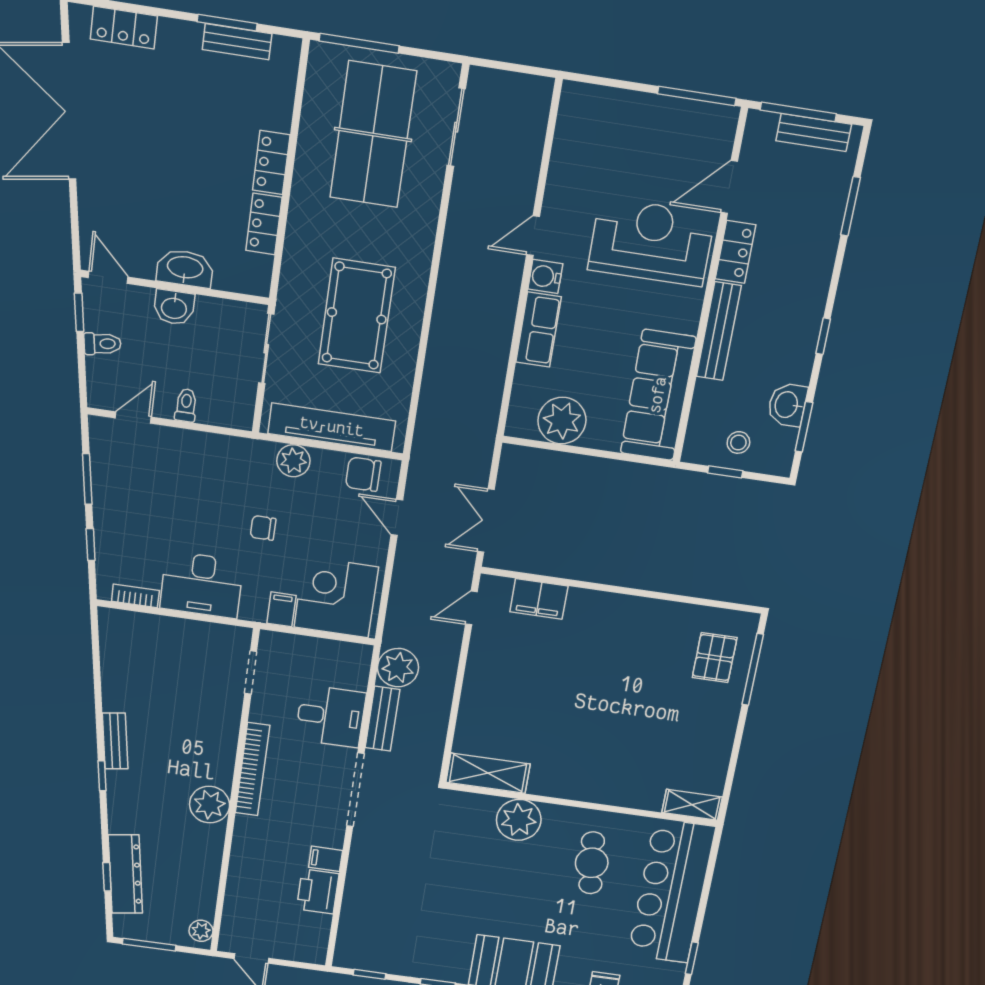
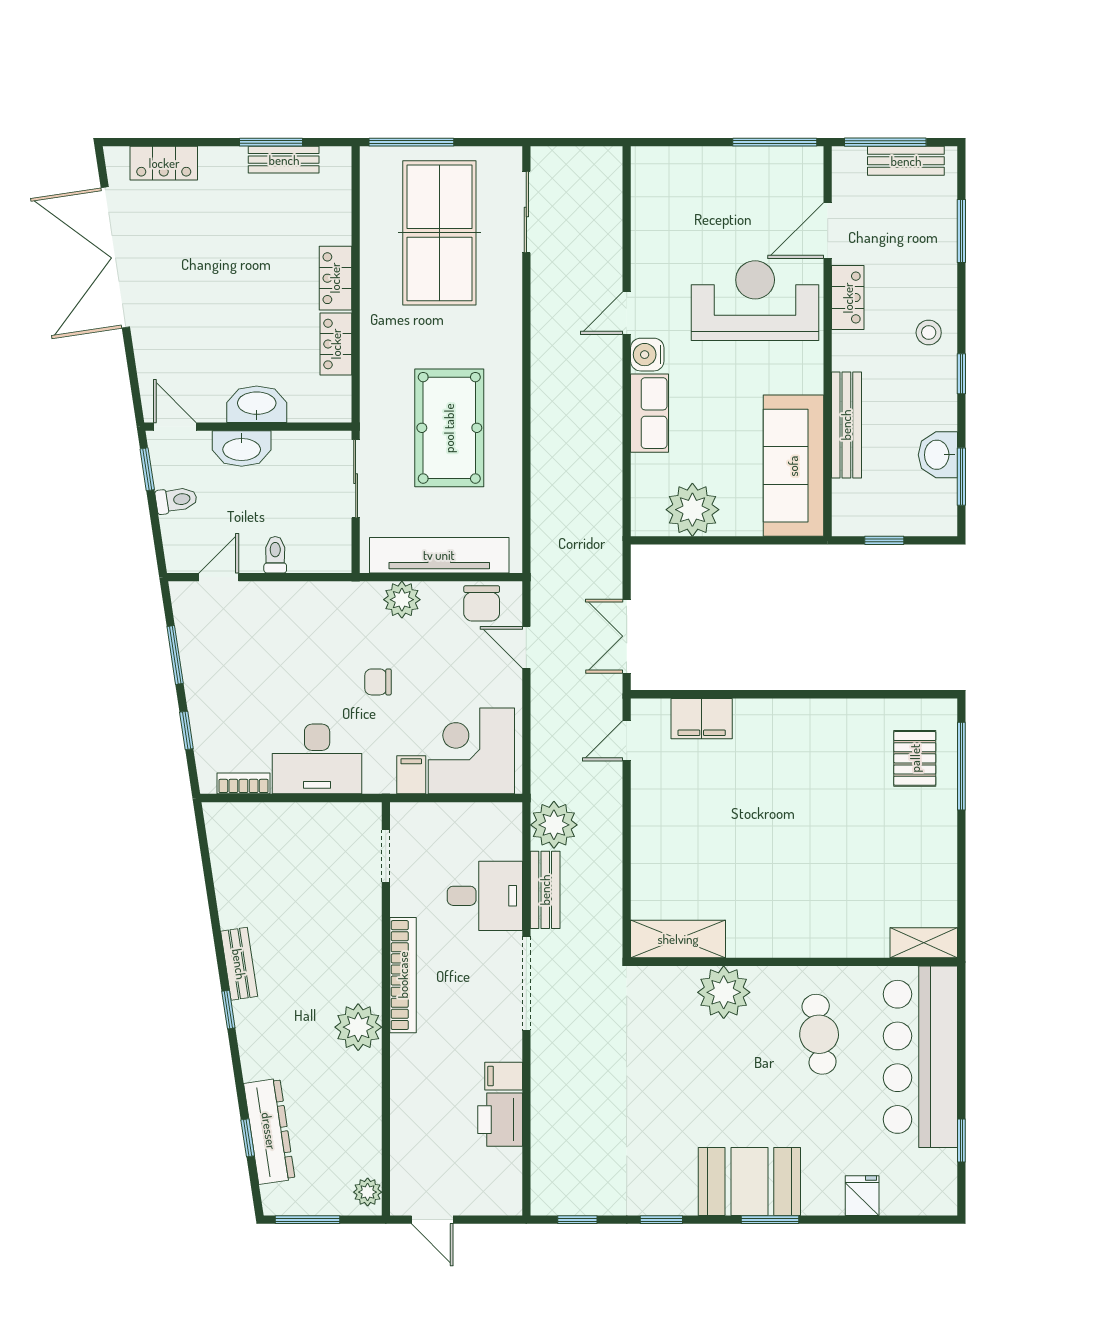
washbasin: (174, 307) -> (242, 448), width x1.38
bench: (719, 331) -> (846, 425), moved
stool: (738, 443) -> (929, 333), moved
chair: (363, 474) -> (482, 603), turned -90

